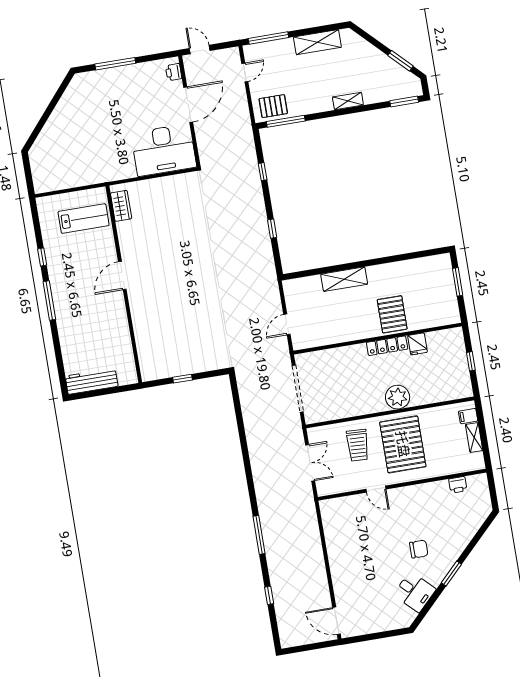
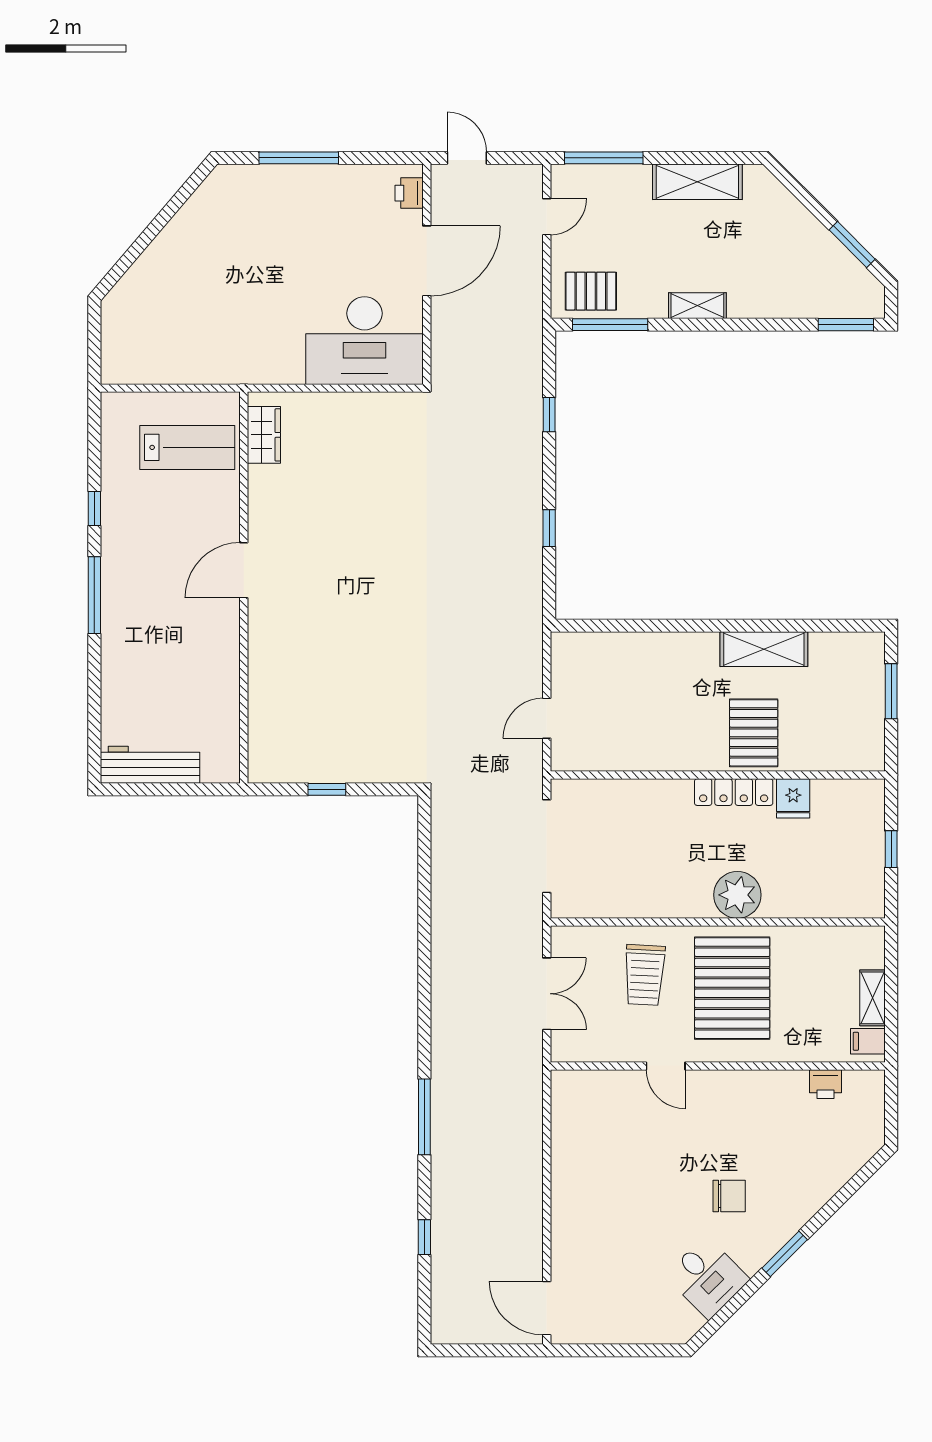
shelving: (348, 101) -> (697, 306), moved
shelving: (344, 279) -> (764, 649), moved
filing cabinet: (468, 416) -> (868, 1041), moved

